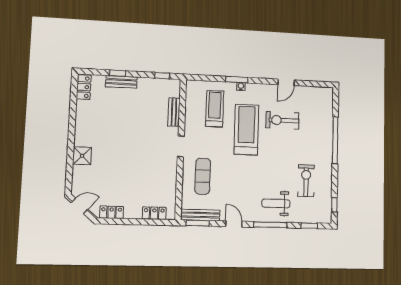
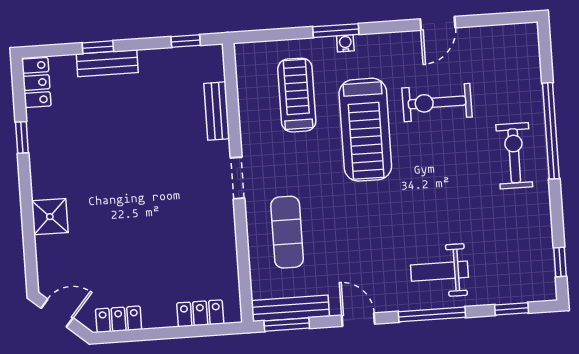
window: (73, 114) -> (22, 137), added
treadmill: (246, 130) -> (365, 130), turned 180
exercise bike: (306, 181) -> (514, 156), moved

